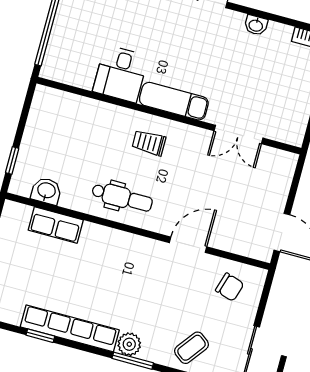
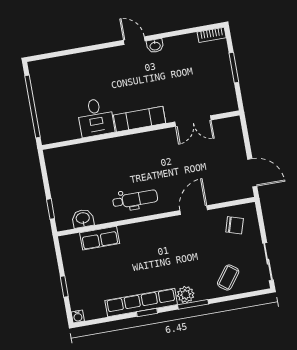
washbasin: (256, 25) -> (155, 46), moved
trolley: (149, 143) -> (136, 154), removed
window: (40, 336) -> (147, 312), moved

